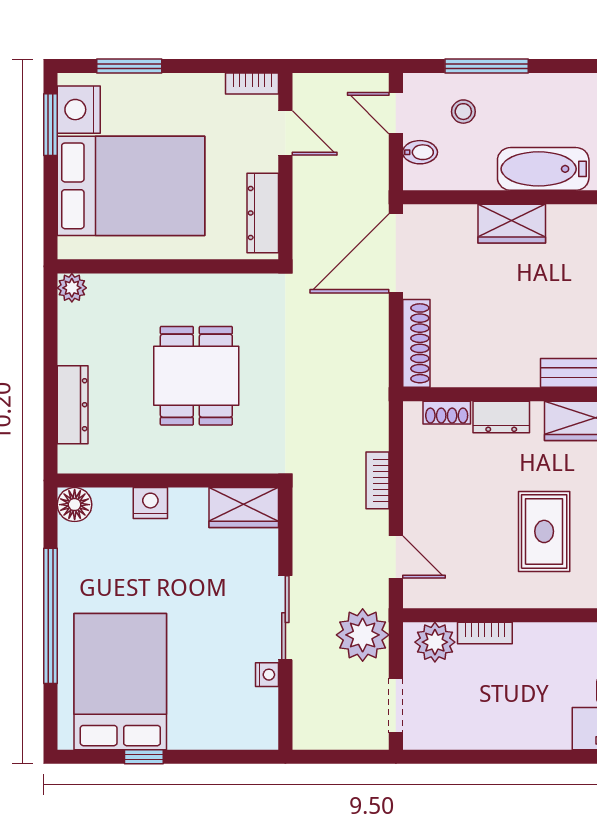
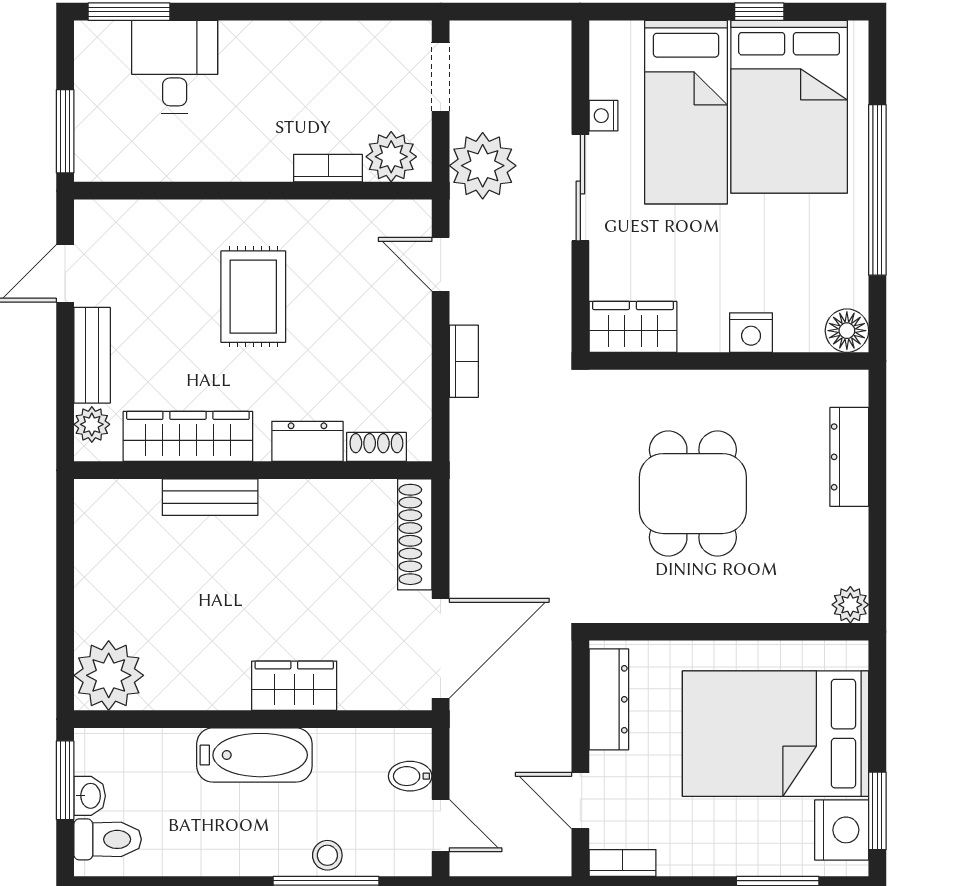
stool: (463, 112) -> (327, 855), moved
bed: (202, 677) -> (686, 112), added

